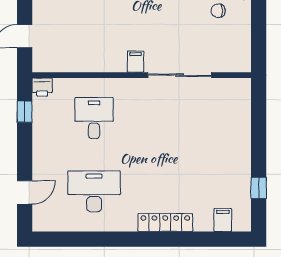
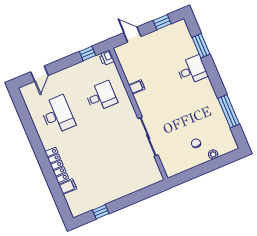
filing cabinet: (136, 62) -> (137, 87), moved
door: (25, 192) -> (39, 74), hinge flipped
filing cabinet: (223, 220) -> (68, 187), moved

